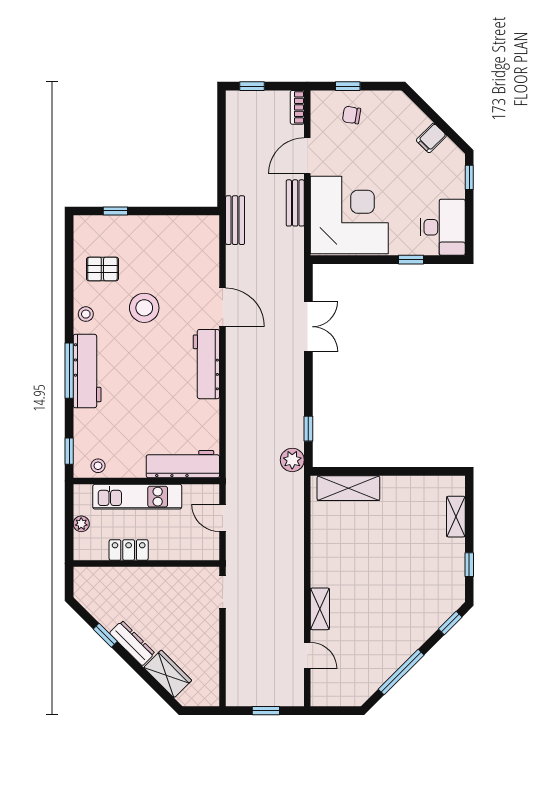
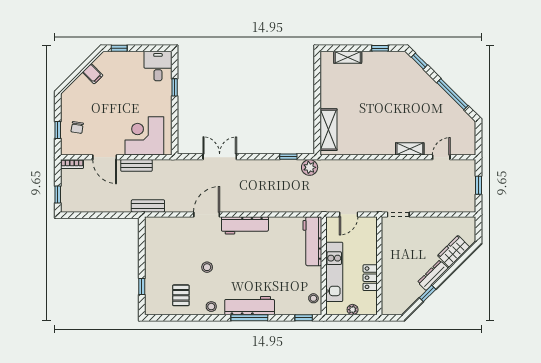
corner desk: (349, 215) -> (144, 136), width x0.74, depth x0.74
desk: (443, 227) -> (158, 66), width x0.73
stool: (144, 308) -> (207, 267), width x0.53, depth x0.53

